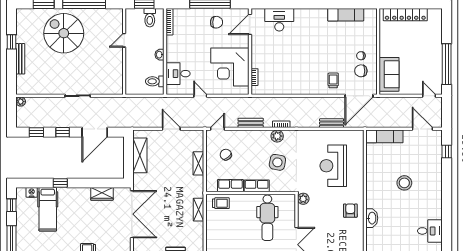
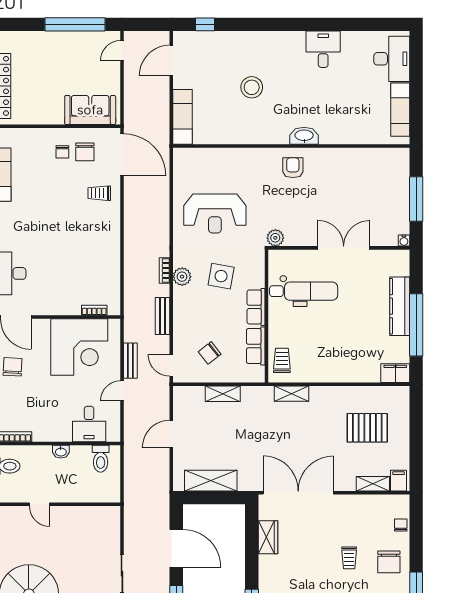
bench: (332, 123) -> (130, 361), moved
reception desk: (333, 166) -> (215, 214), moved
armchair: (350, 211) -> (293, 168), turned 90

